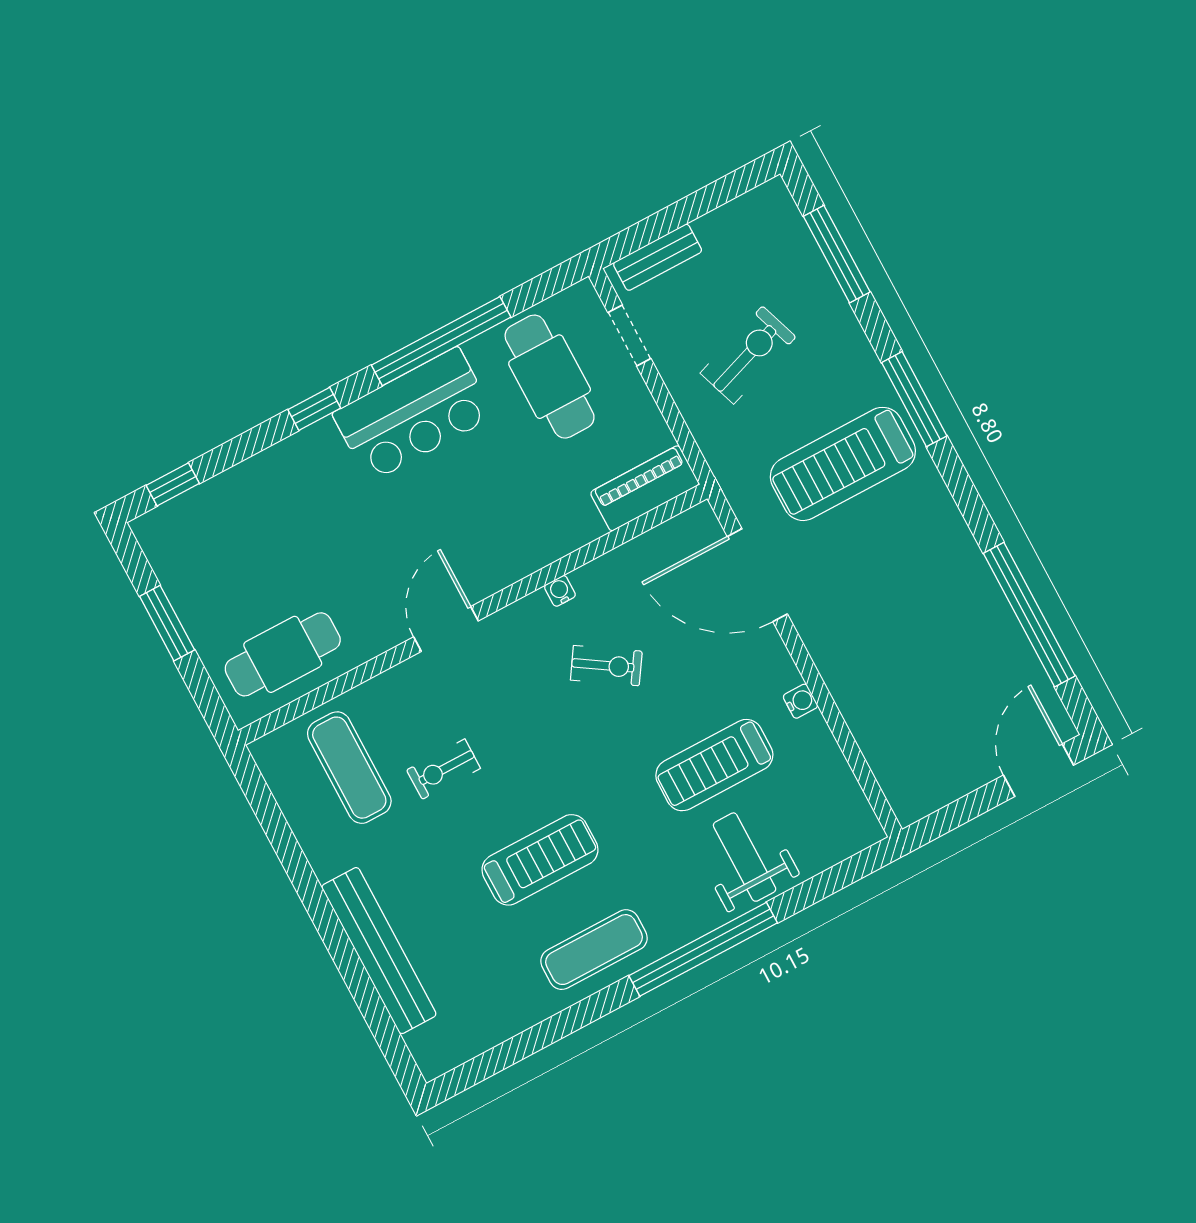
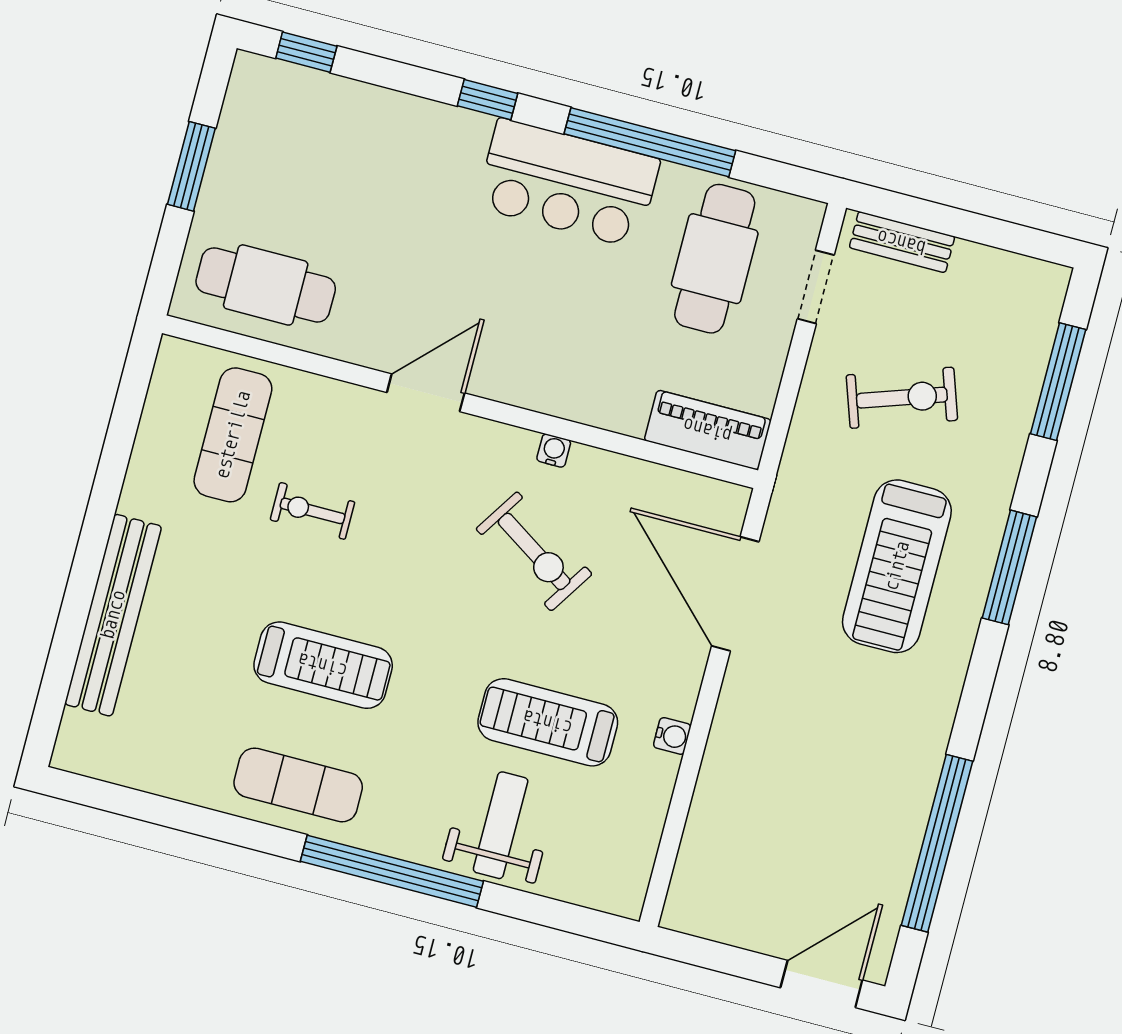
treadmill: (843, 464) -> (897, 566), turned -90
exercise bike: (606, 666) -> (534, 551), width x1.38, depth x1.39

